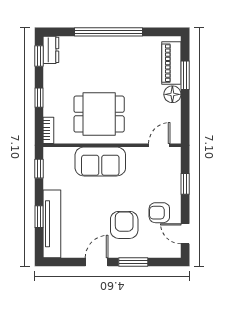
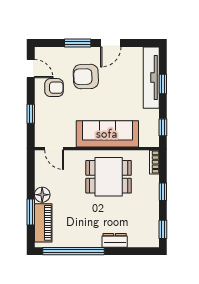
window: (109, 32) -> (73, 251), moved
dresser: (51, 50) -> (115, 240), moved, turned 90
door: (159, 145) -> (54, 149), hinge flipped
sofa: (100, 161) -> (107, 134), width x1.36
armchair: (124, 225) -> (86, 77), turned 88

